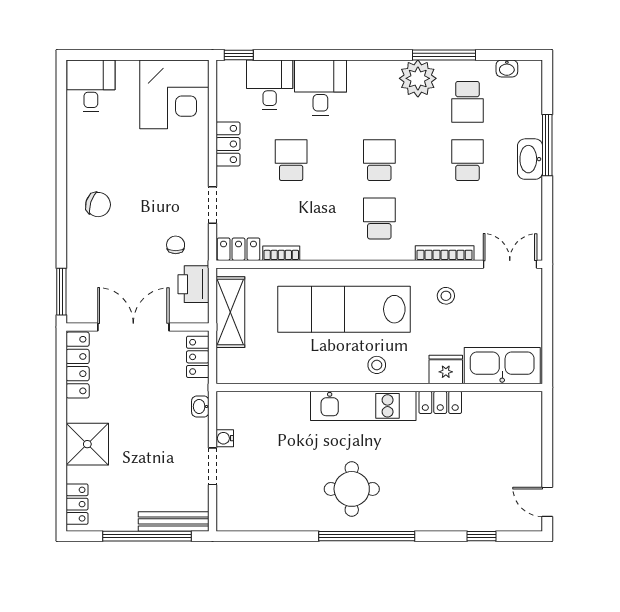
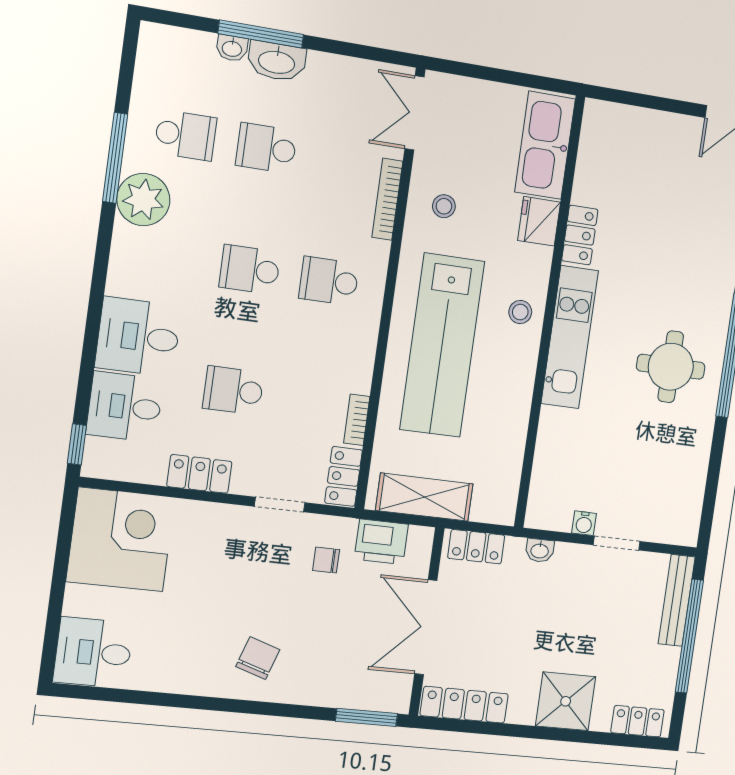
washbasin: (507, 68) -> (232, 48), moved, turned 90

